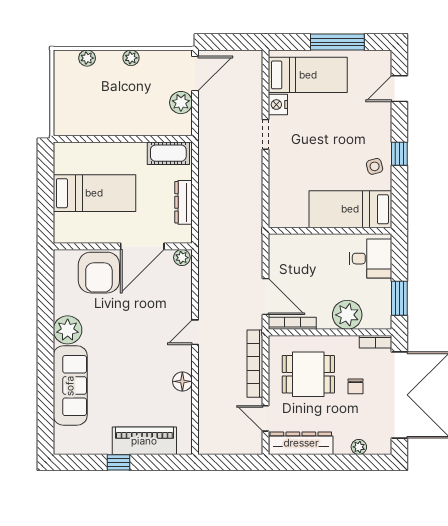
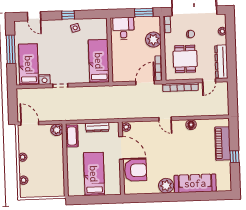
plant: (181, 103) -> (57, 130), moved
bed: (350, 209) -> (99, 61), moved, turned 180

